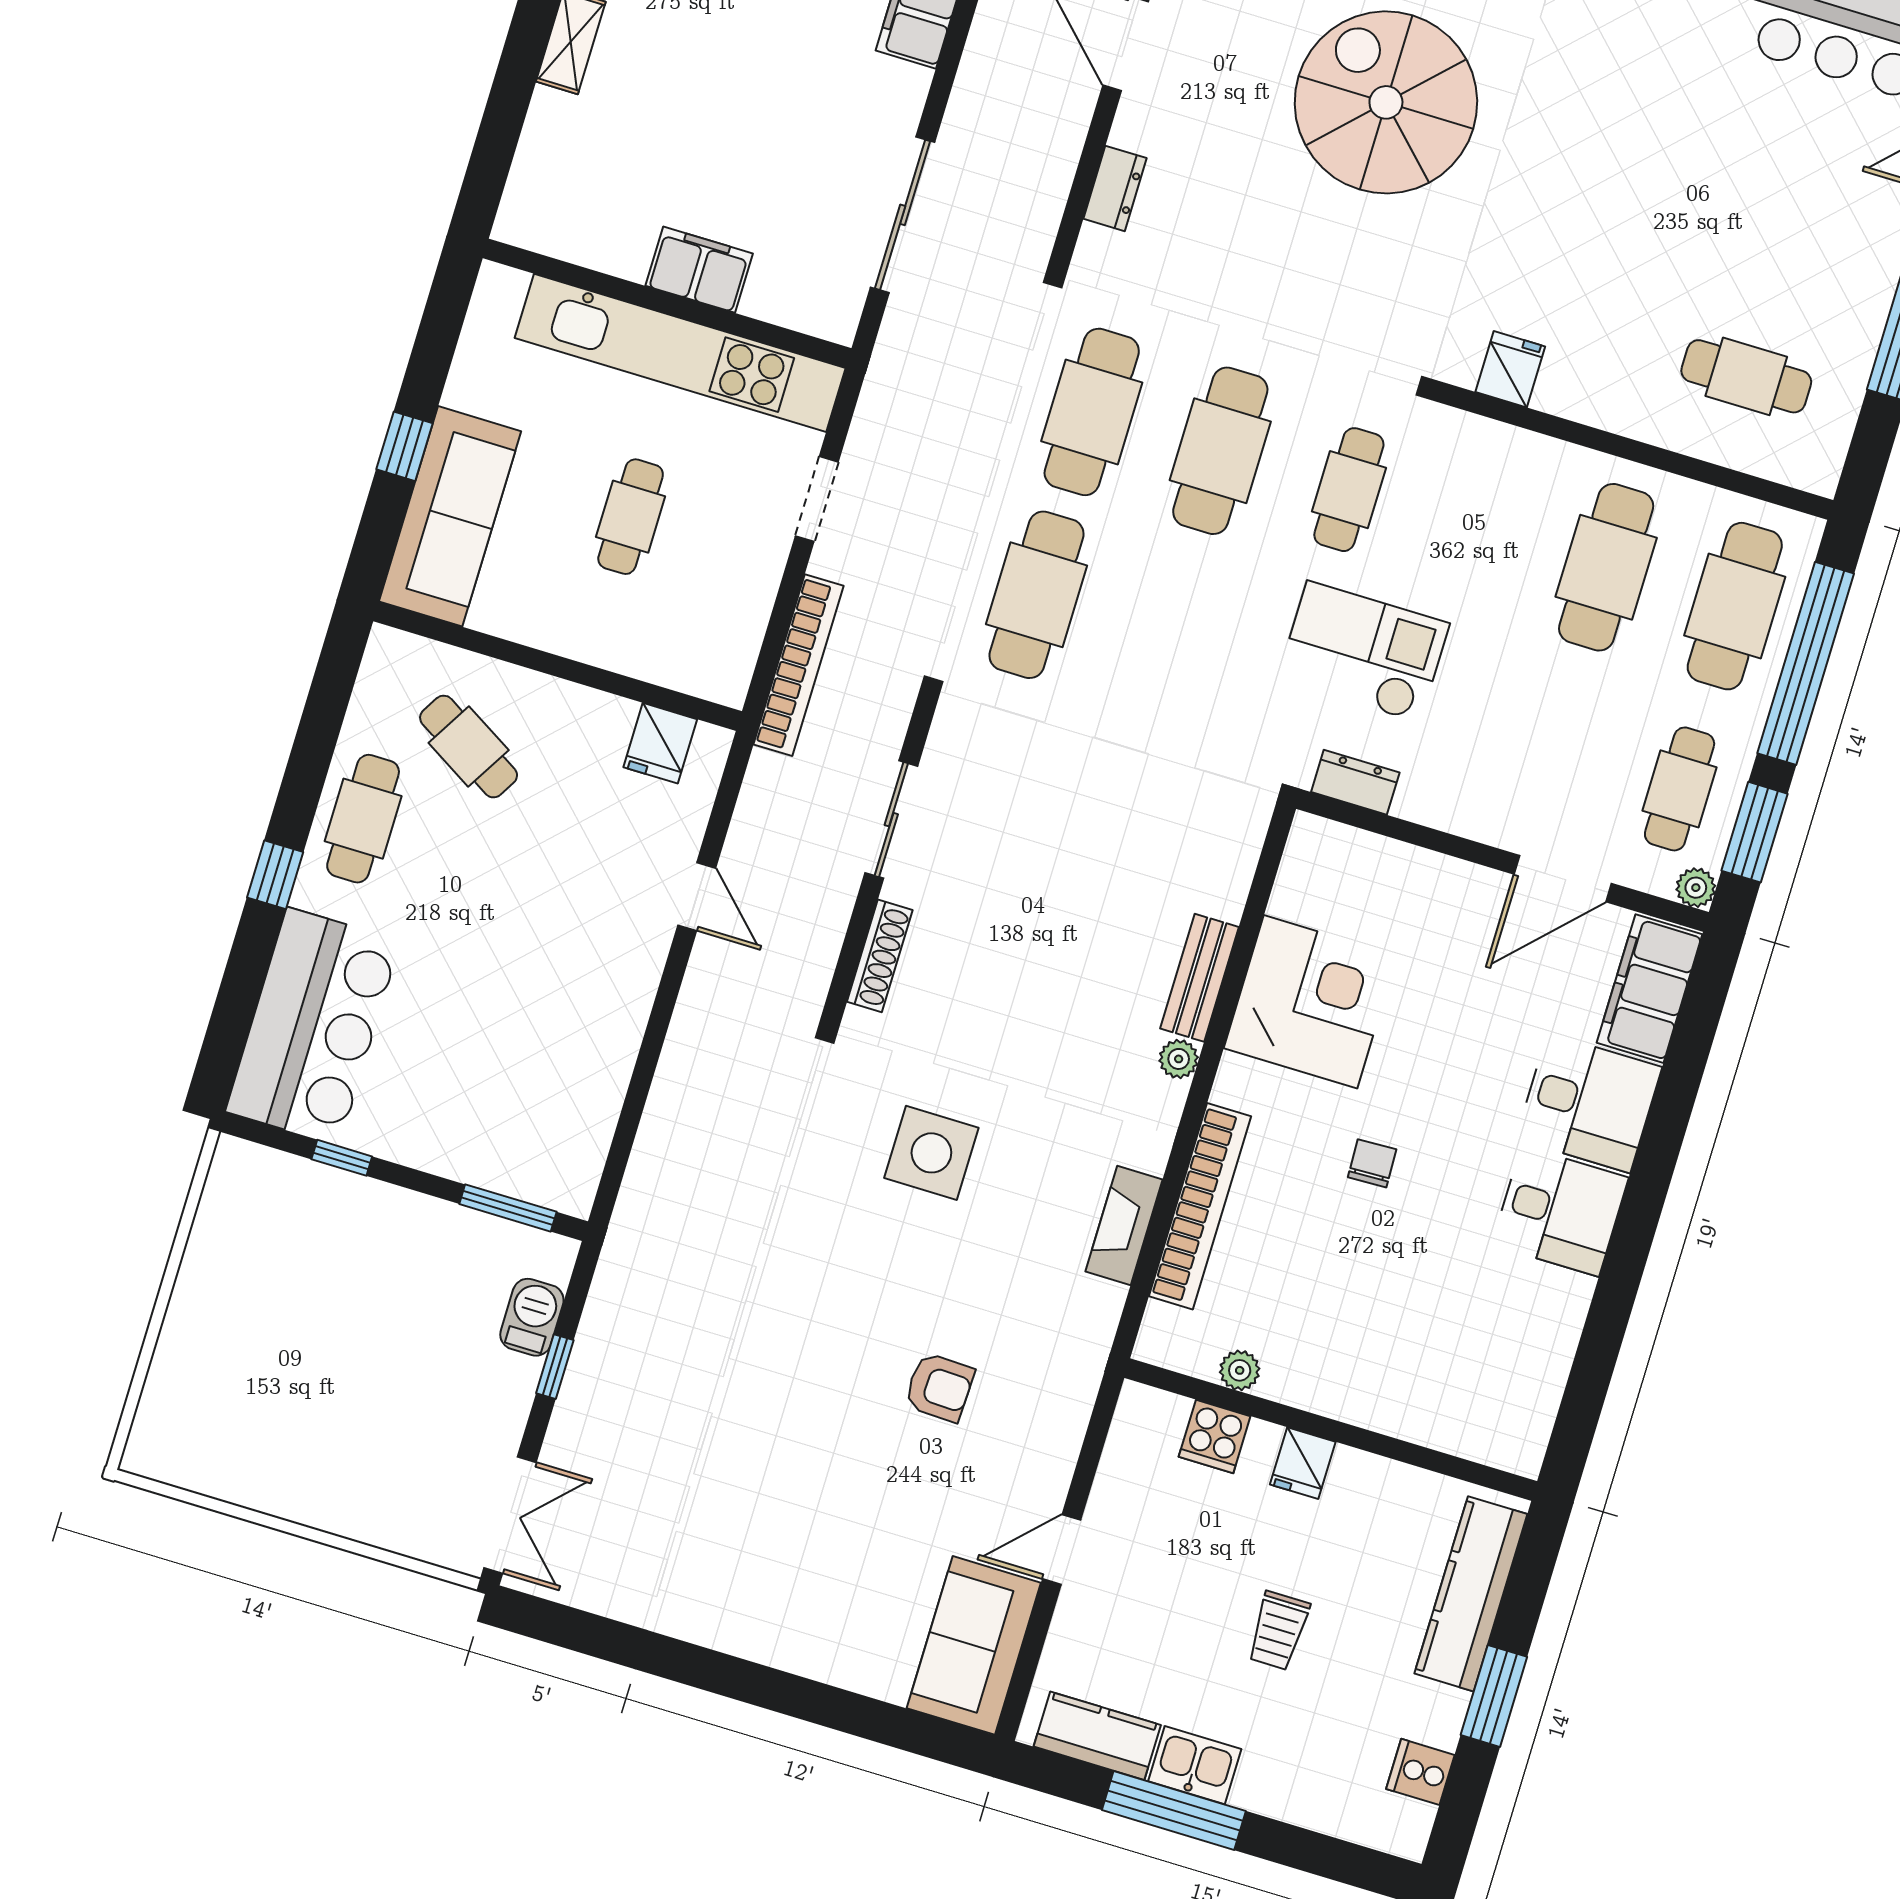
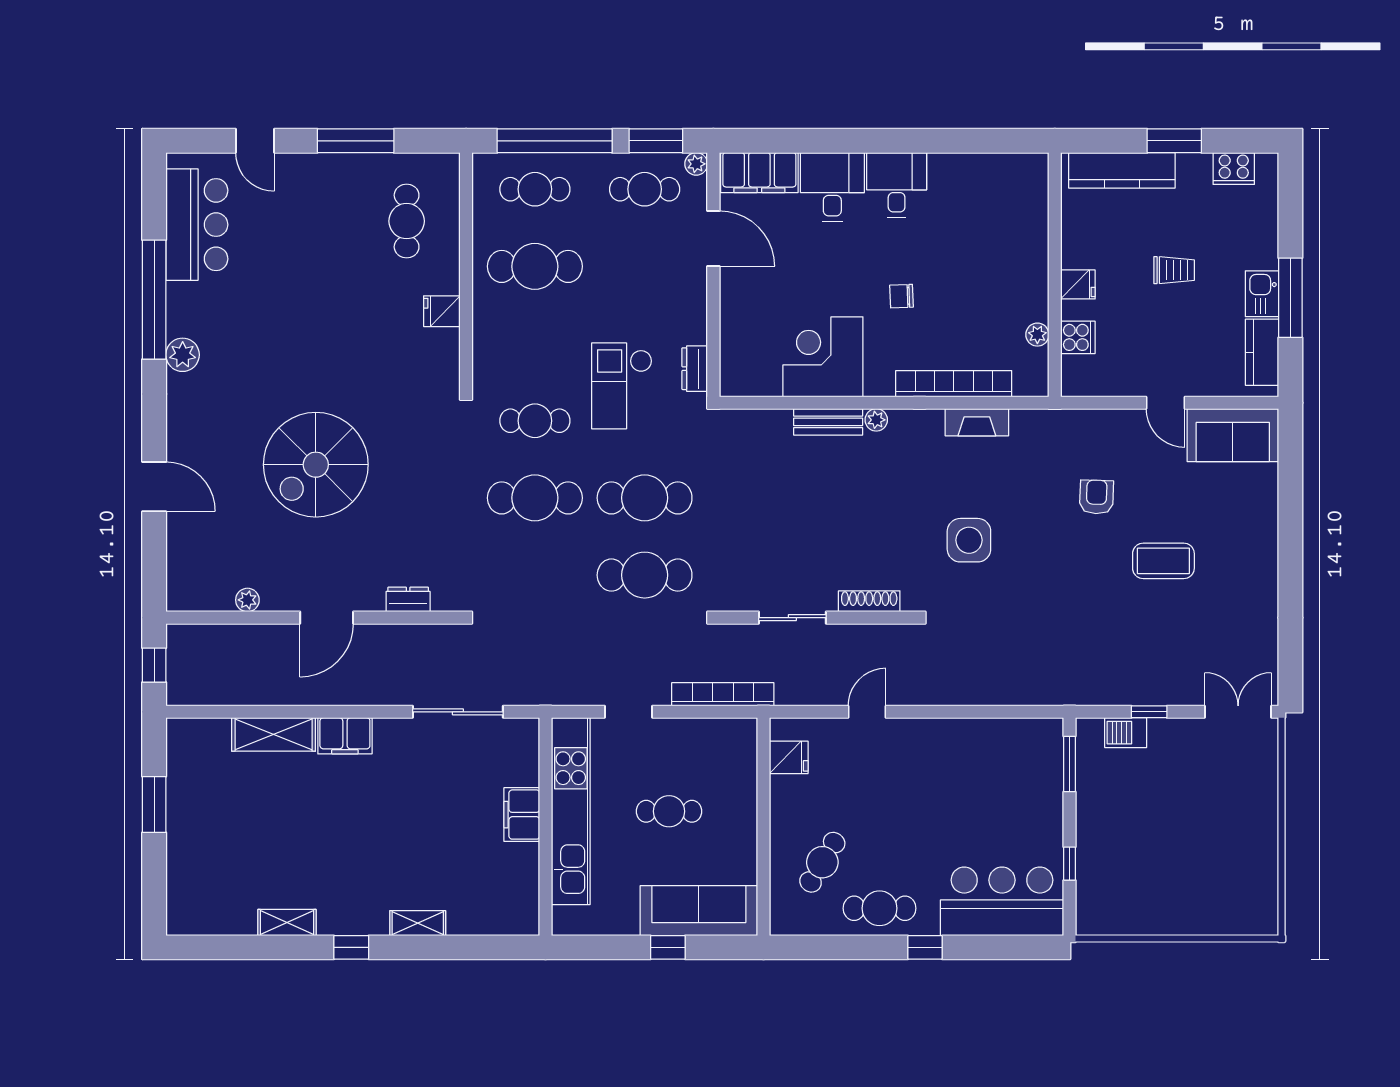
fridge: (1510, 369) -> (442, 311), moved
cafe table: (1092, 412) -> (645, 498), moved
cafe table: (1735, 606) -> (535, 189), width x0.73, depth x0.74
coffee table: (799, 1467) -> (1163, 561), added
cooker: (1420, 1772) -> (1234, 169), width x1.36

